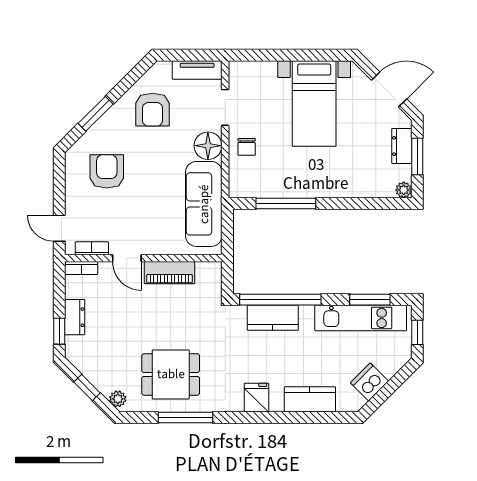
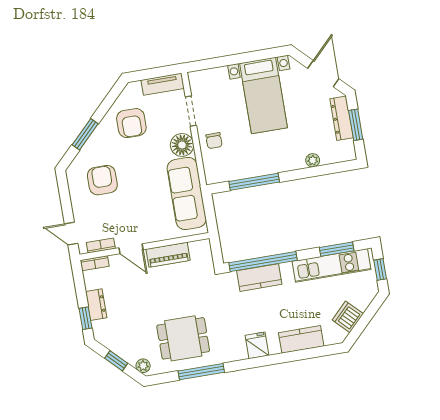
door: (389, 90) -> (323, 74), hinge flipped
dresser: (402, 146) -> (342, 118), width x1.44
plant: (404, 190) -> (313, 160), moved

